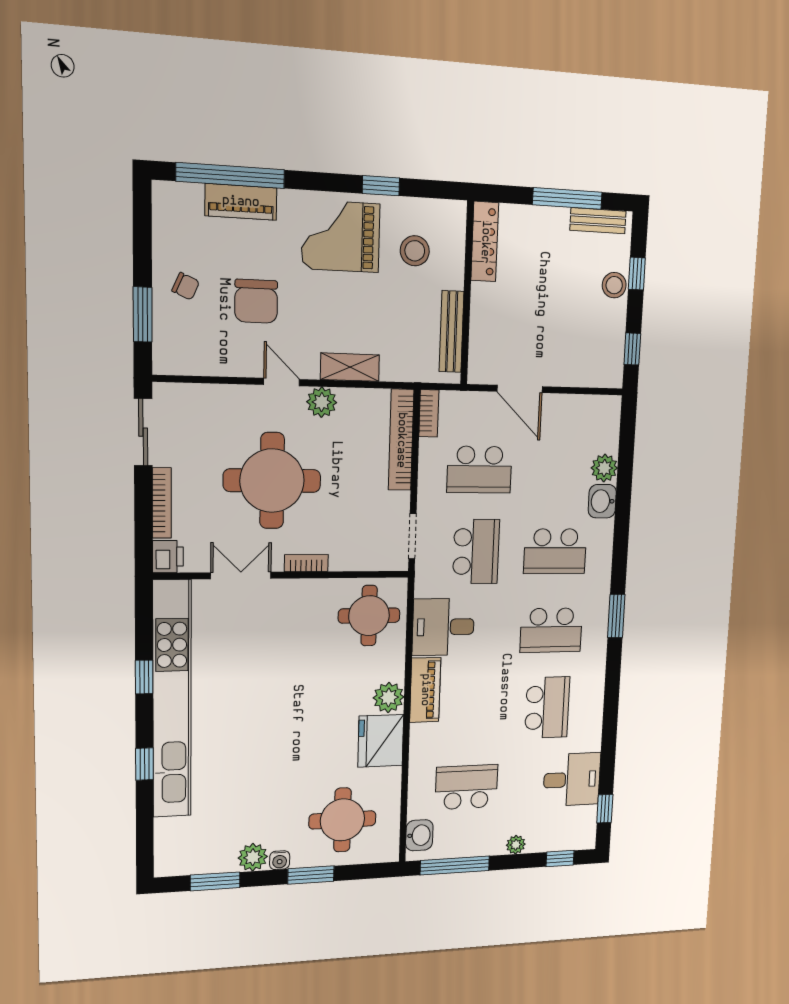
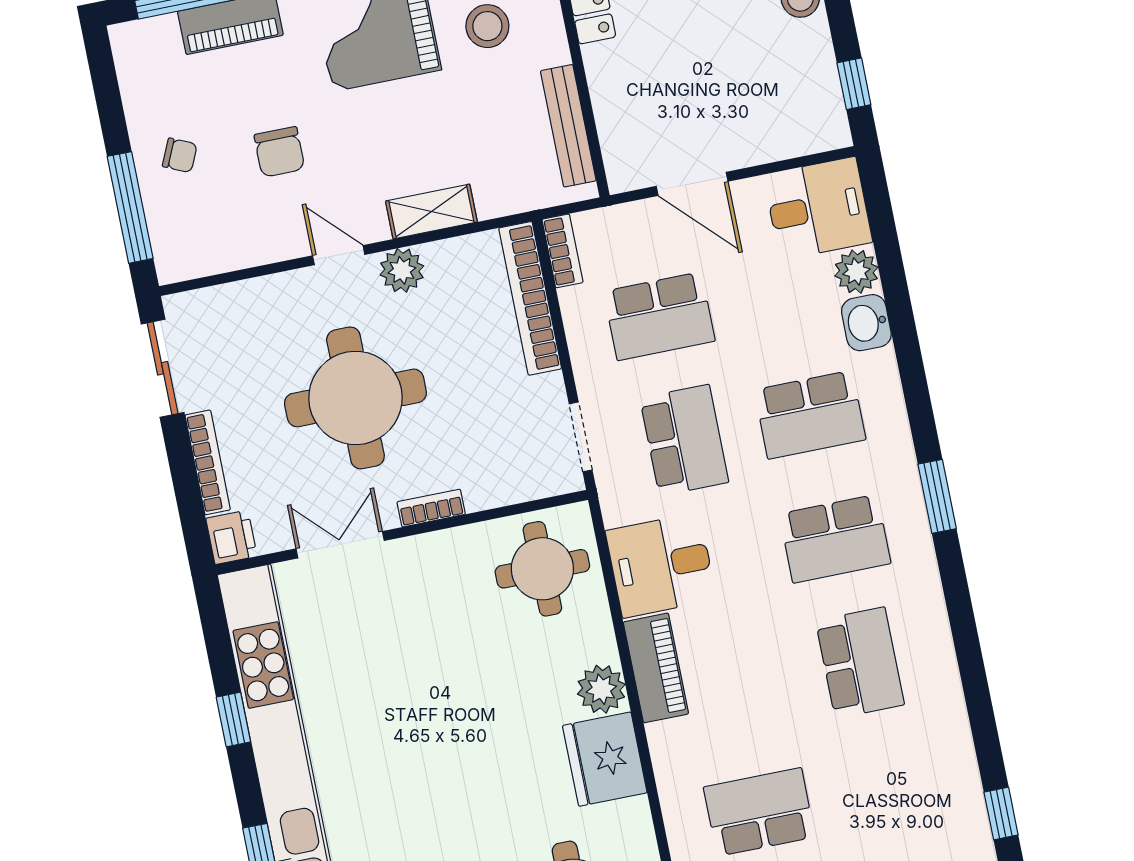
chair: (256, 301) -> (279, 152), width x0.73, depth x0.73
window: (143, 314) -> (130, 207), width x1.44
desk: (572, 780) -> (818, 208), moved

